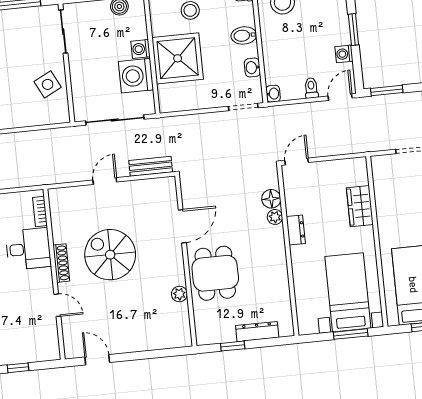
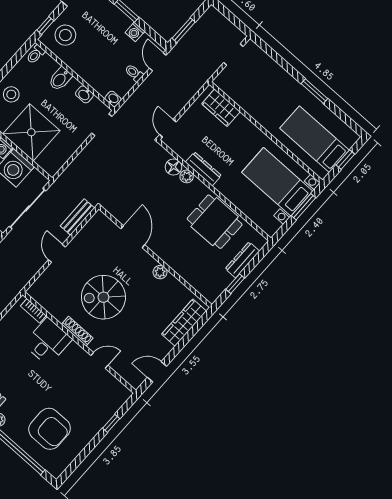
wardrobe: (360, 206) -> (221, 108), moved
dresser: (296, 230) -> (203, 169), width x1.44
dining table: (215, 273) -> (215, 222), moved
plant: (179, 294) -> (160, 272), moved
wardrobe: (159, 339) -> (184, 323), added

